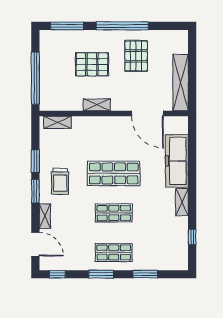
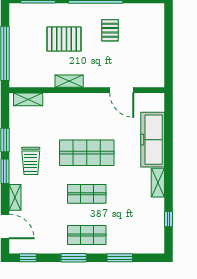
pallet: (136, 56) -> (110, 30), width x0.67, depth x0.71
shelving: (181, 83) -> (156, 58), removed
door: (147, 113) -> (122, 90), width x0.73

